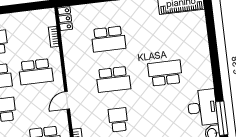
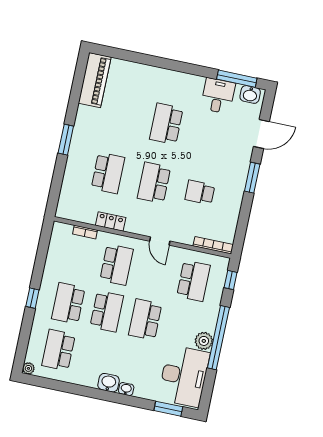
locker: (65, 19) -> (111, 222), moved
school desk: (113, 79) -> (154, 183), turned 180
desk: (202, 108) -> (218, 96), width x0.73

